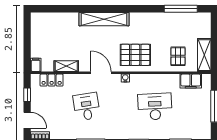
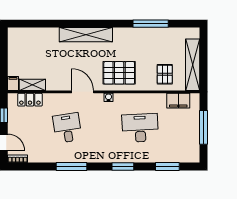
window: (181, 9) -> (151, 24), moved
shelving: (204, 55) -> (193, 65), width x1.47
shelving: (66, 66) -> (32, 85), moved

